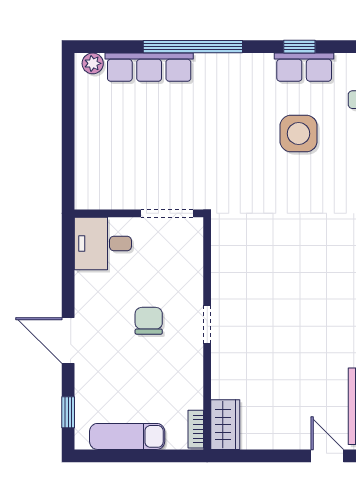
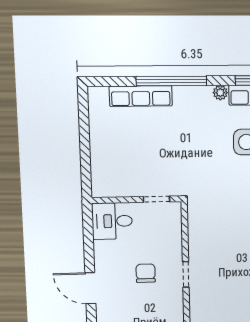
plant: (93, 63) -> (220, 93), moved
doorway: (167, 213) -> (156, 199), width x0.73

